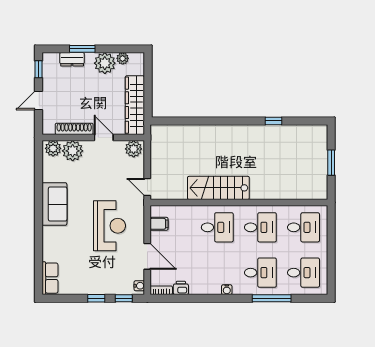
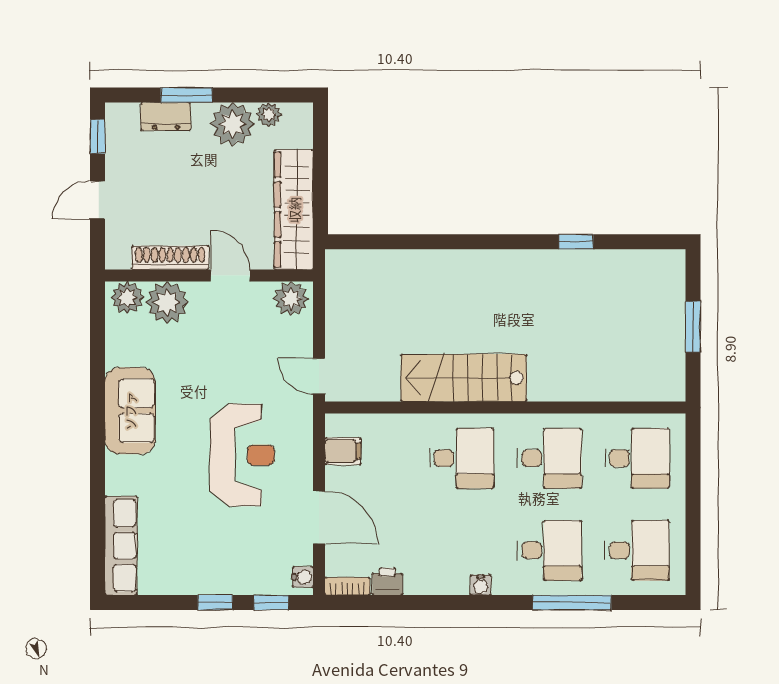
row of seats: (50, 278) -> (121, 546), width x1.48

